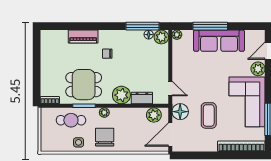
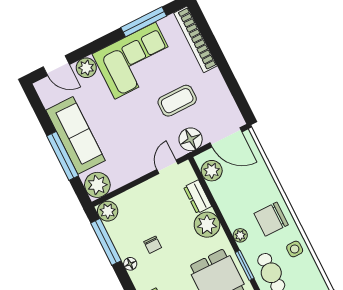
floor lamp: (149, 35) -> (130, 264), moved
plant: (177, 35) -> (97, 185), width x1.88, depth x1.88
chair: (107, 54) -> (153, 245), moved

